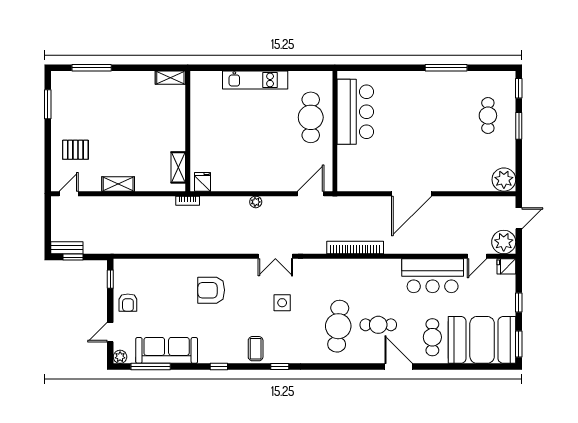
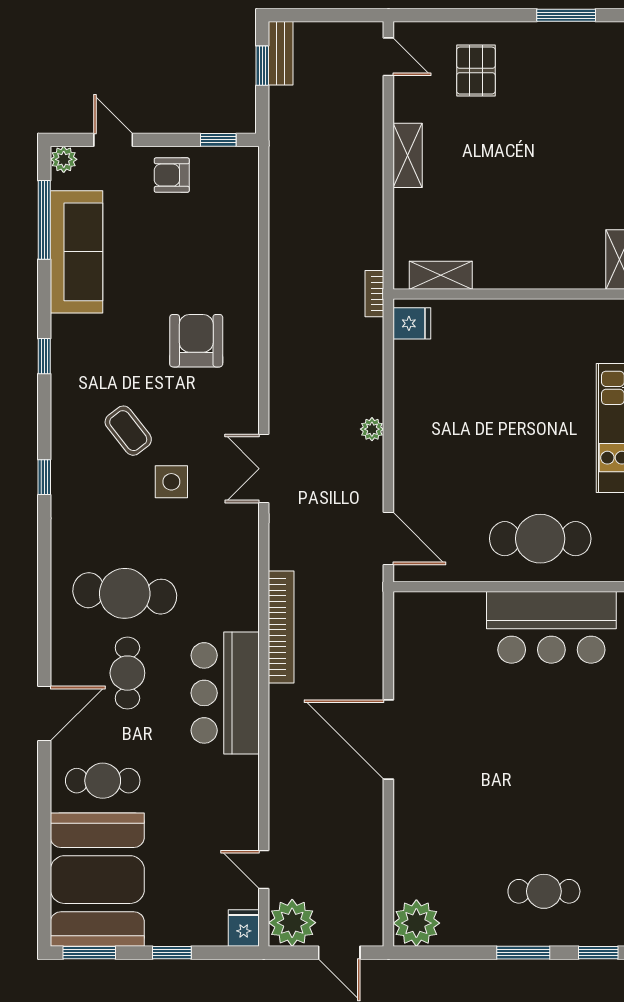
bar counter: (433, 276) -> (225, 693), moved
coffee table: (256, 349) -> (128, 431), moved, turned 52

